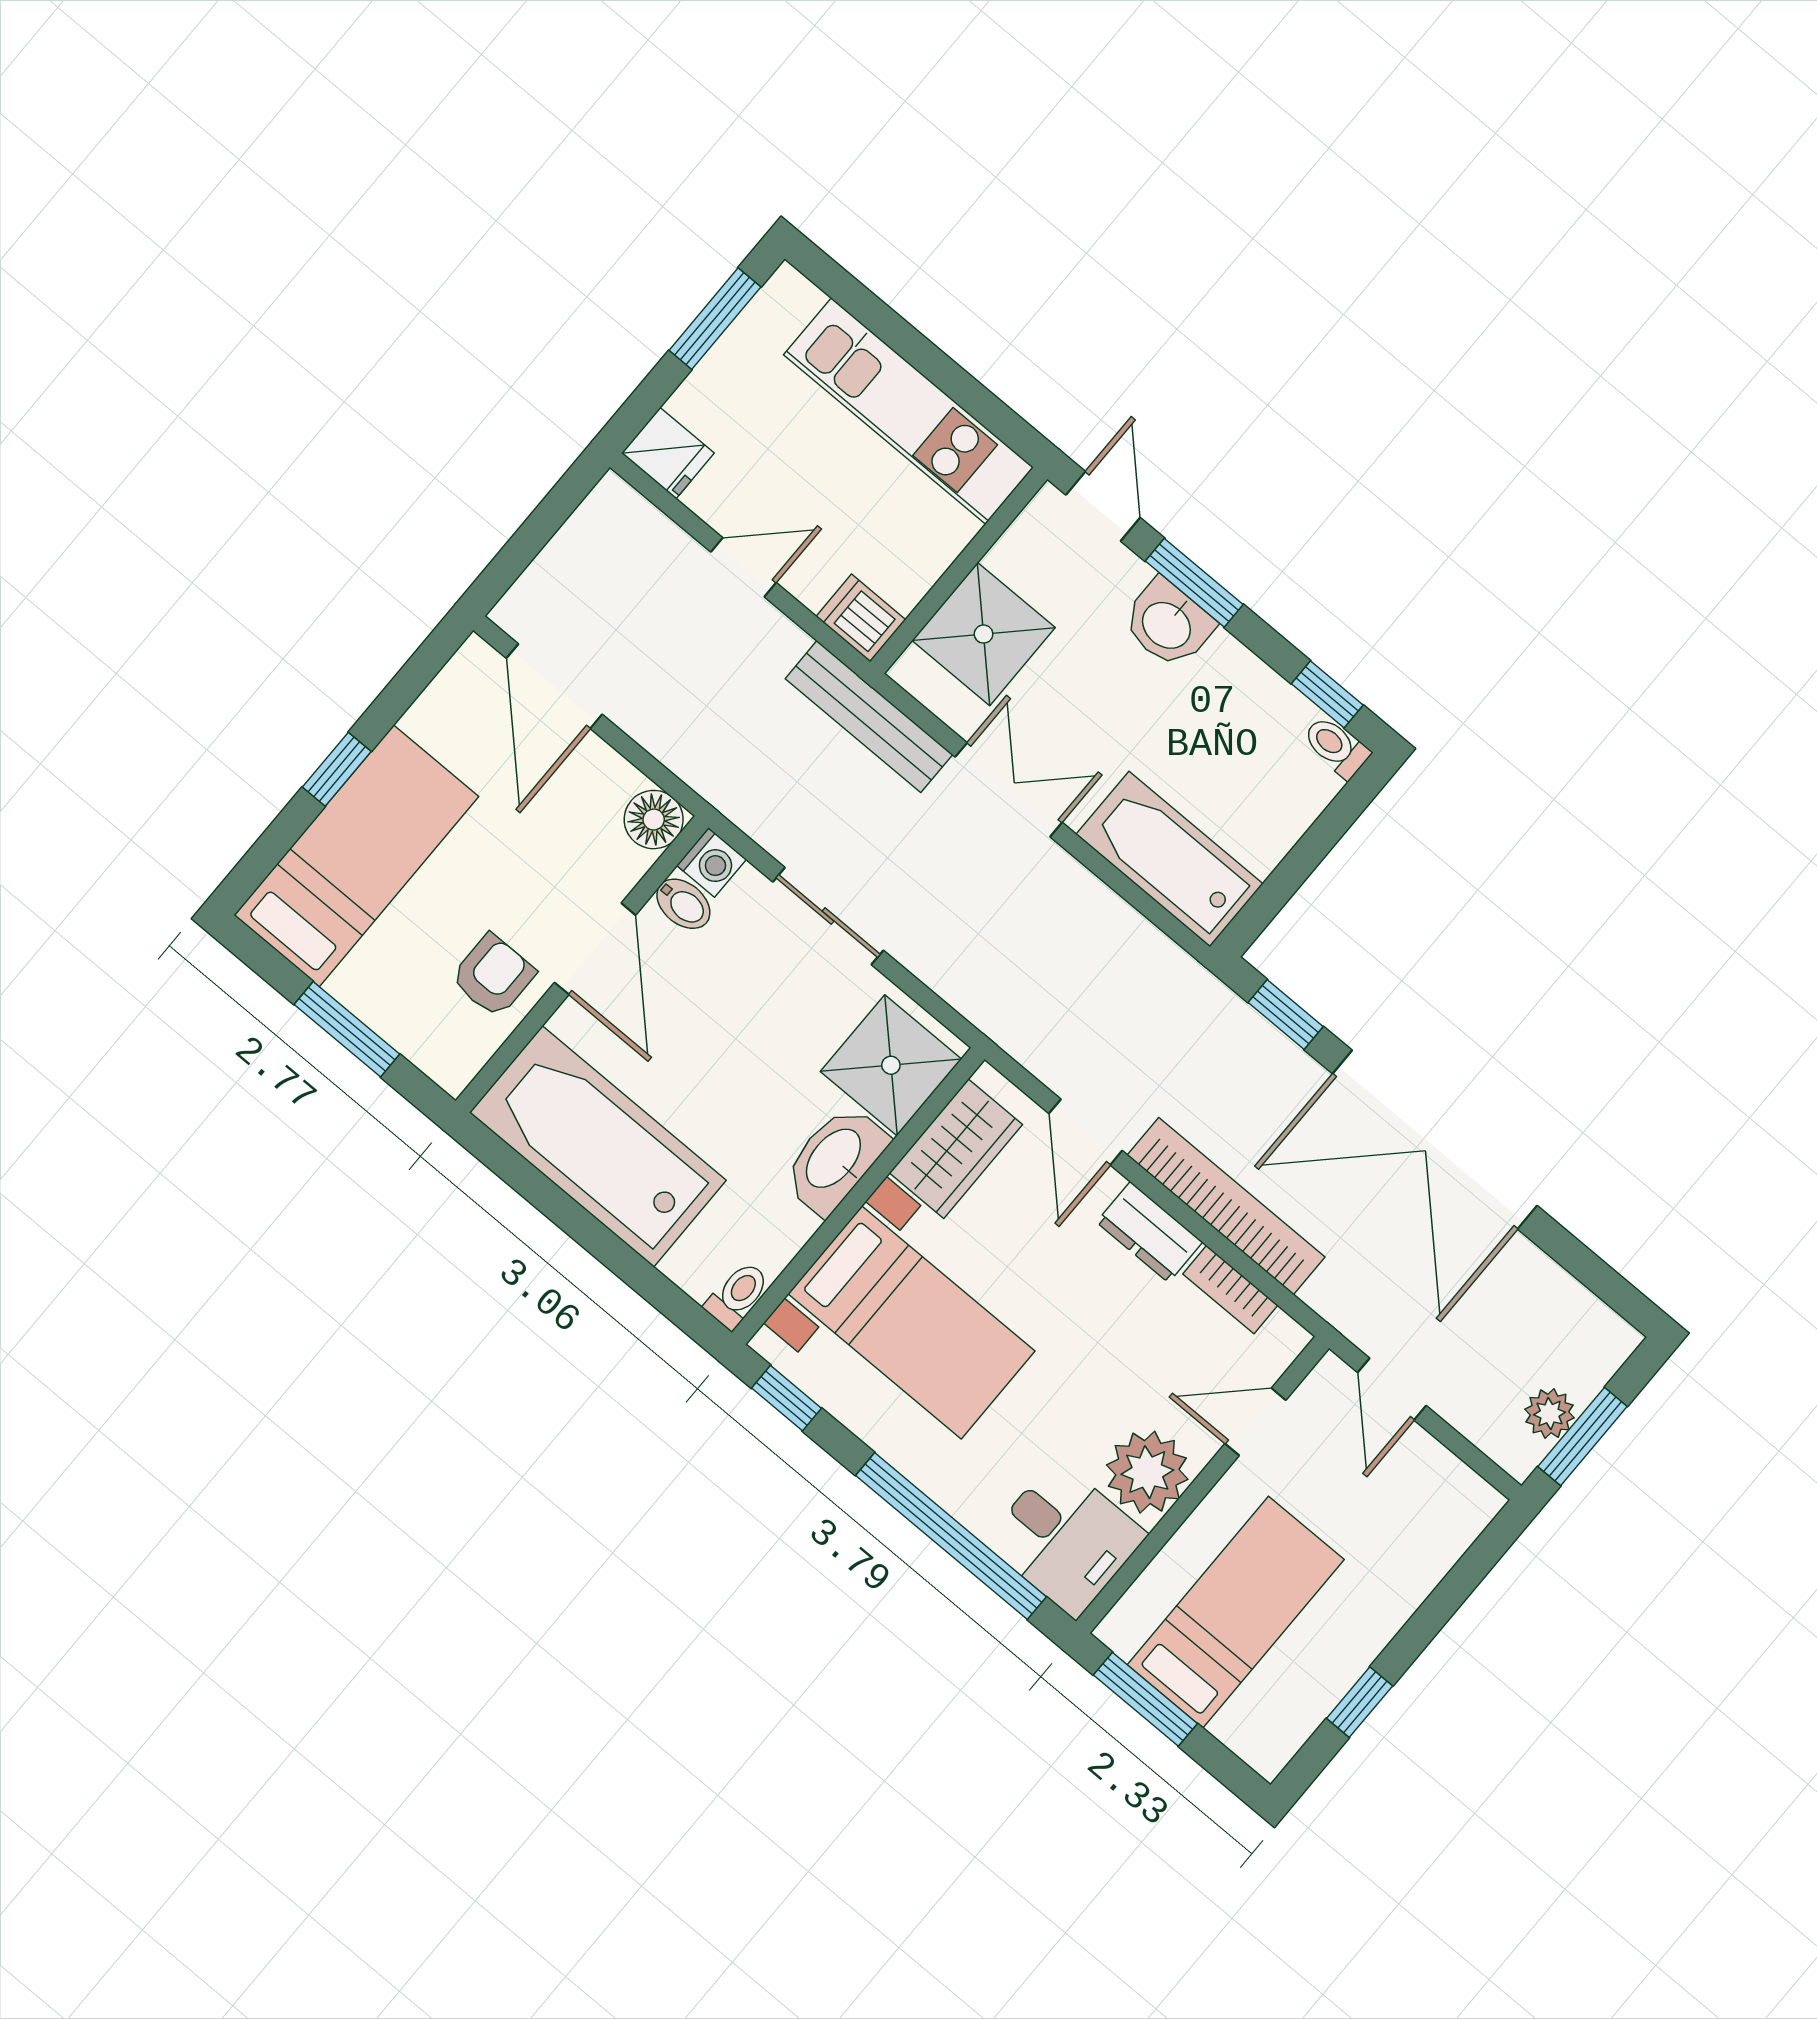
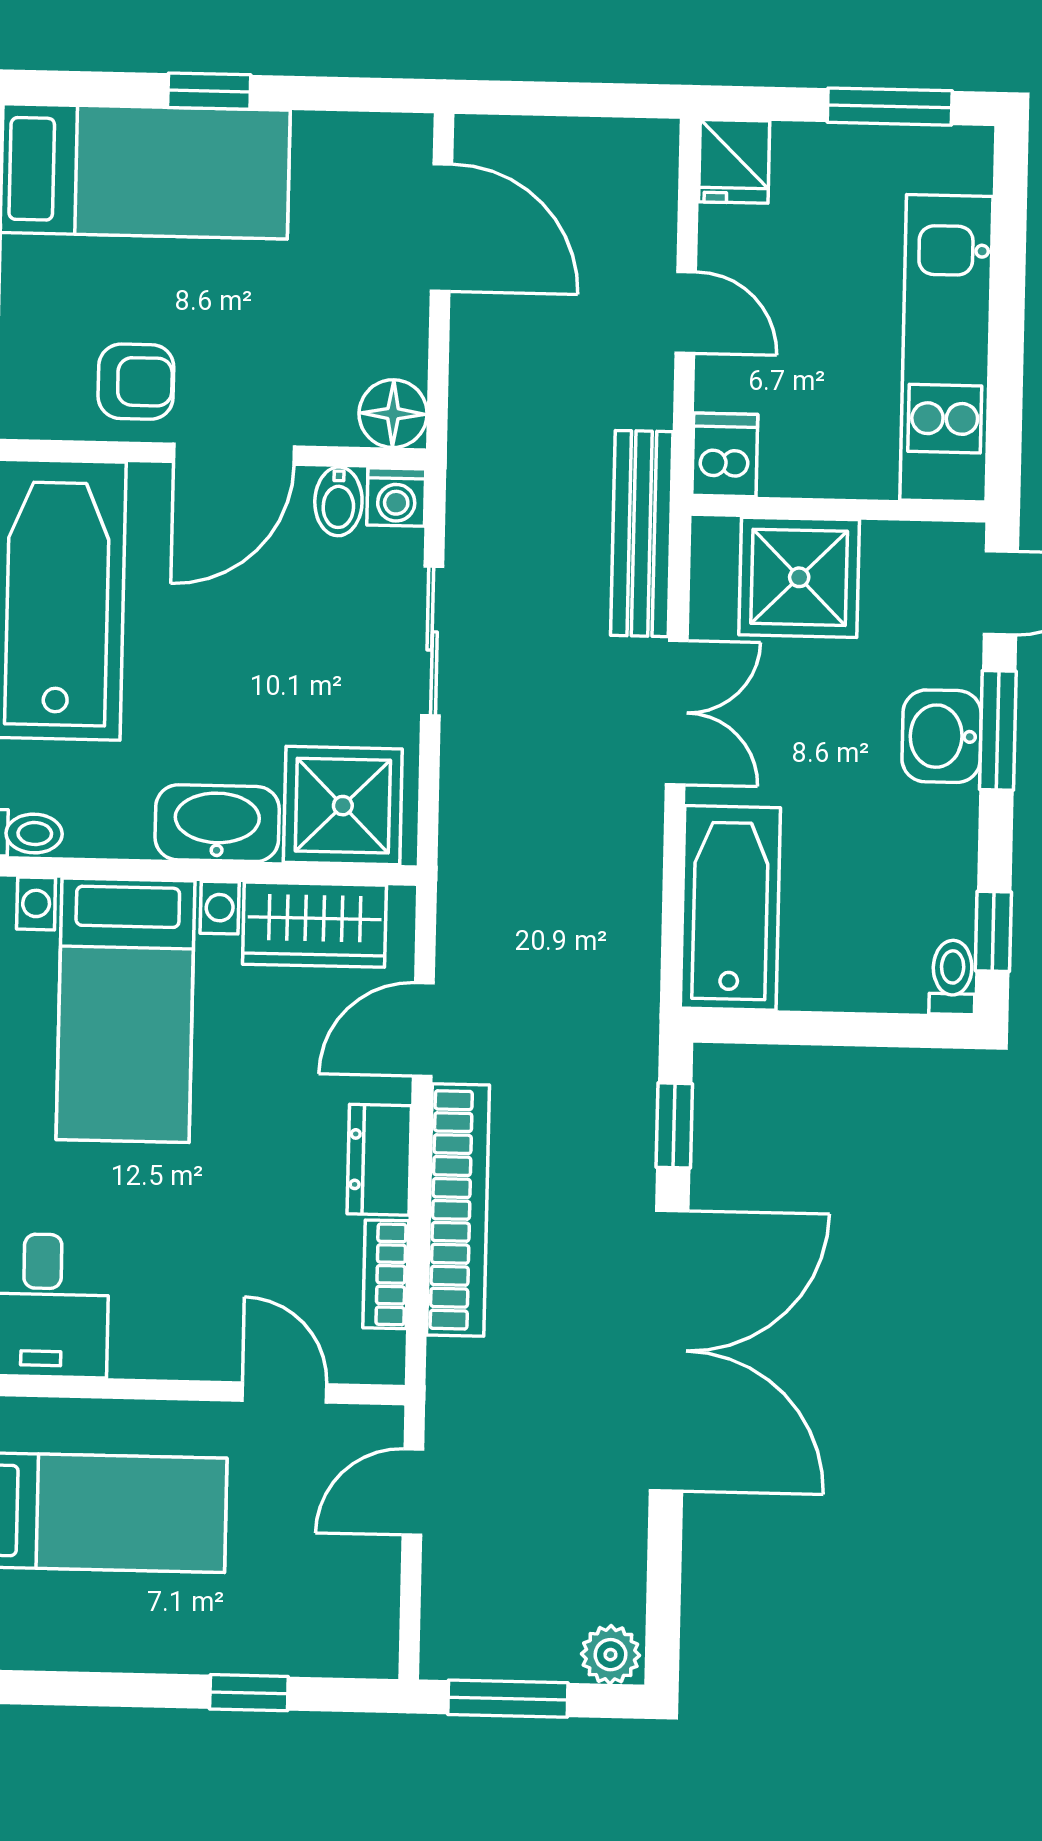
door: (554, 686) -> (441, 227), swing flipped
double door: (1435, 1140) -> (669, 1351), swing flipped
plant: (1550, 1414) -> (610, 1655), moved
plant: (1147, 1472) -> (161, 1331), removed
window: (1360, 1702) -> (249, 1693), moved

